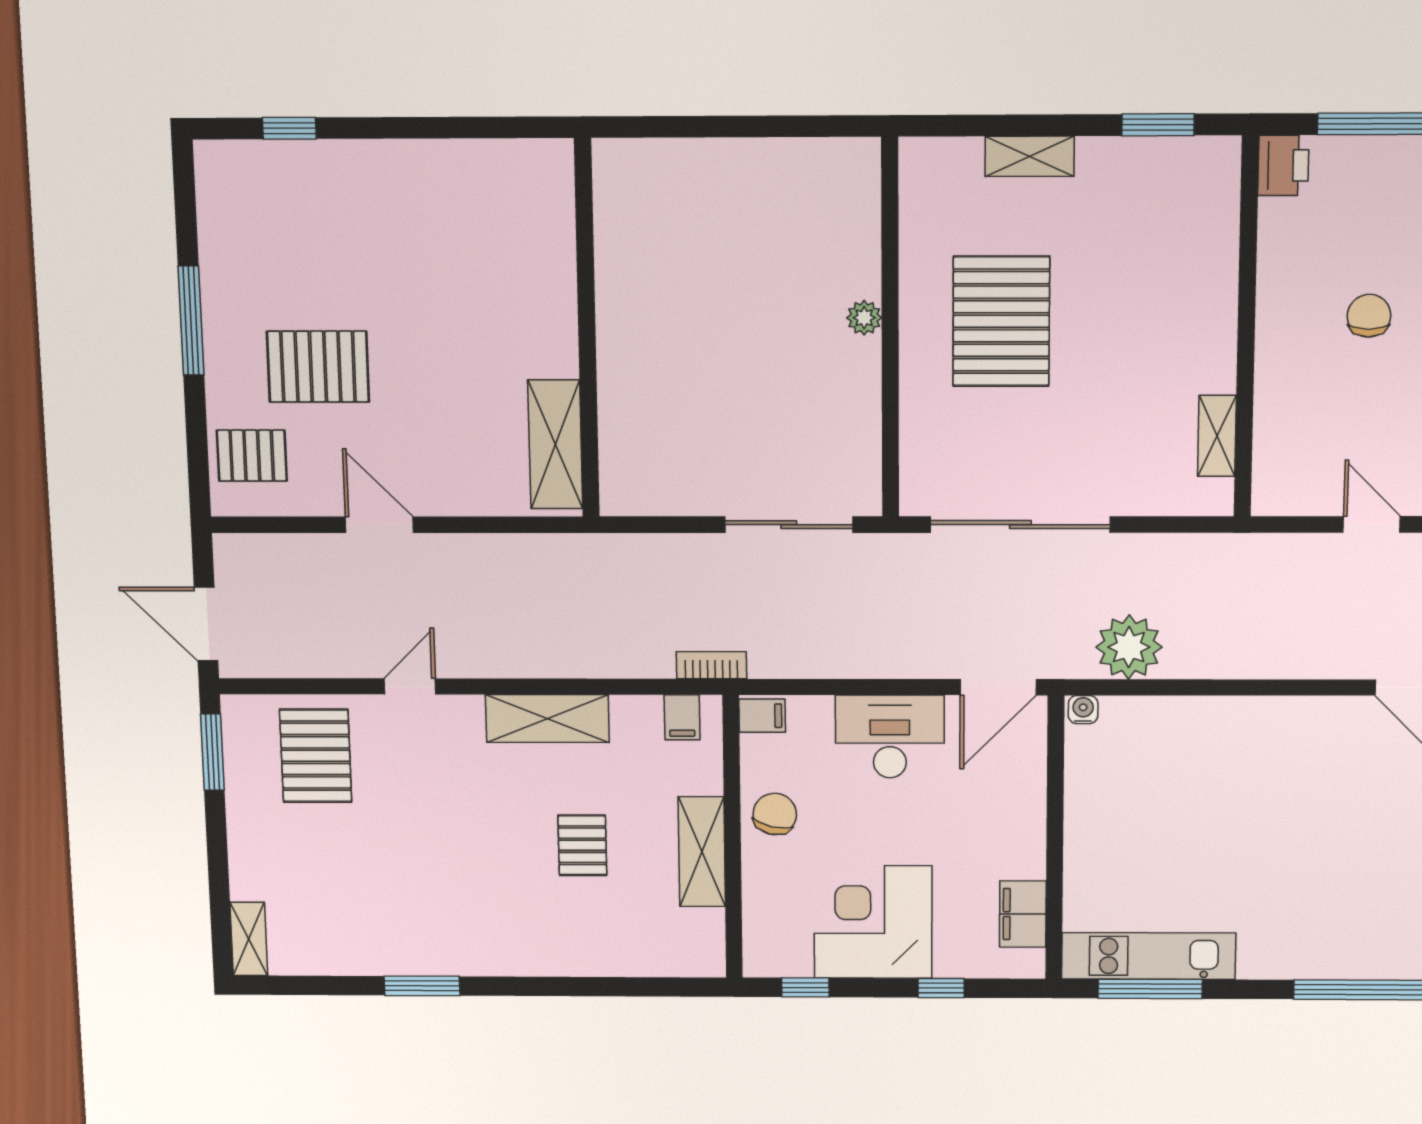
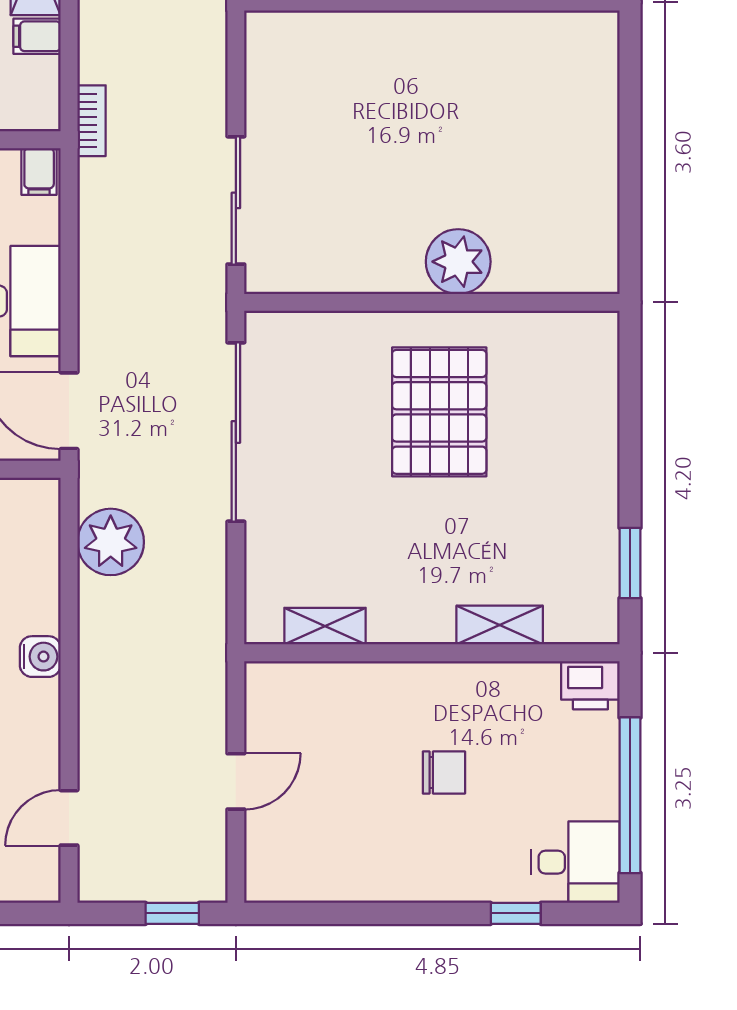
shelving: (1030, 156) -> (500, 625), moved, turned 90
plant: (864, 318) -> (458, 262), width x1.88, depth x1.88
pallet: (1001, 321) -> (439, 412), turned 90
water cooler: (1083, 710) -> (40, 657), moved, width x1.38, depth x1.38
filing cabinet: (682, 717) -> (37, 36), moved

